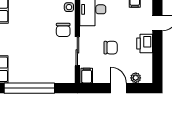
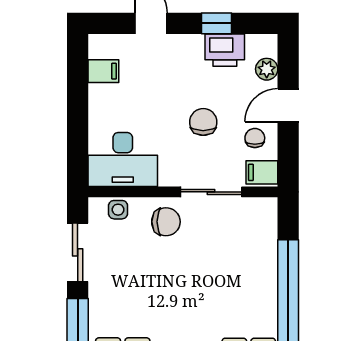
printer: (145, 43) -> (225, 50), moved
window: (157, 54) -> (217, 23), added
chair: (103, 72) -> (255, 138), added

